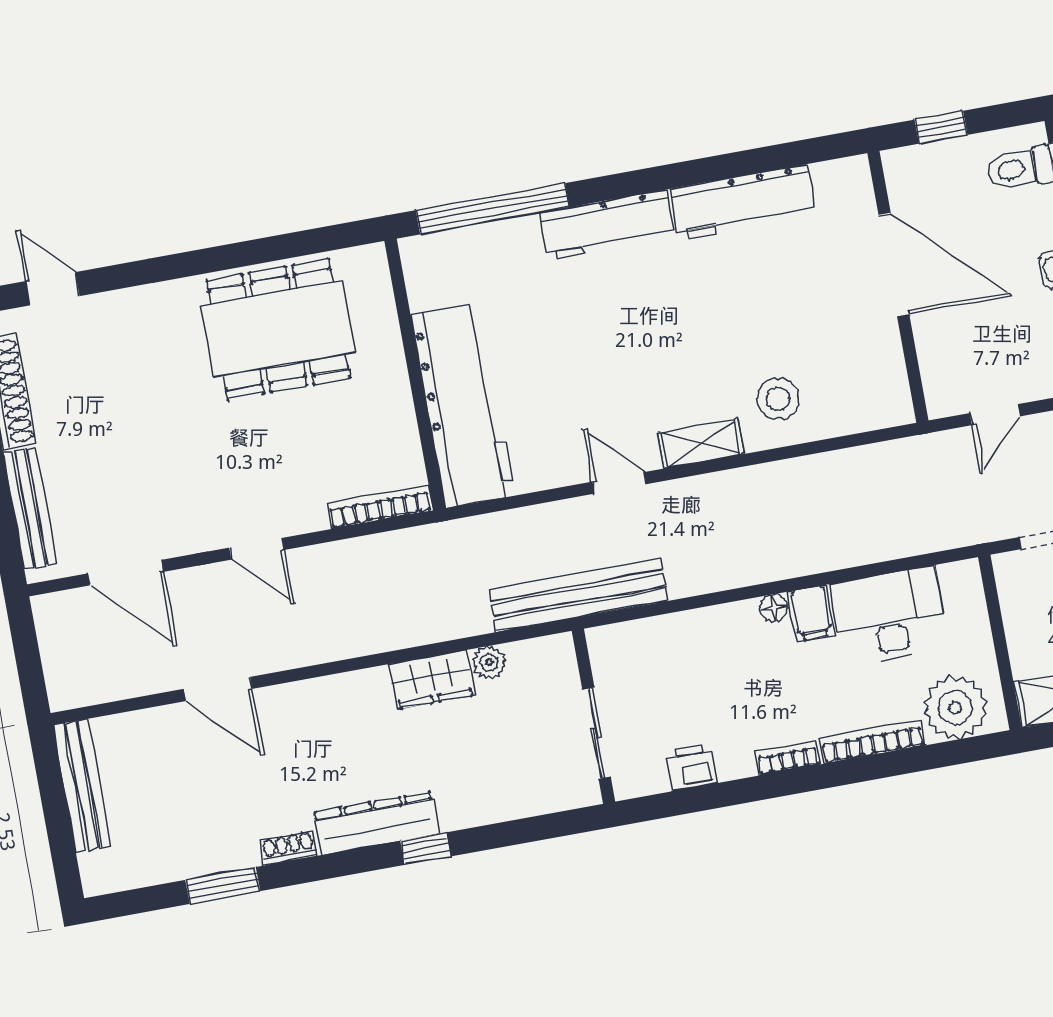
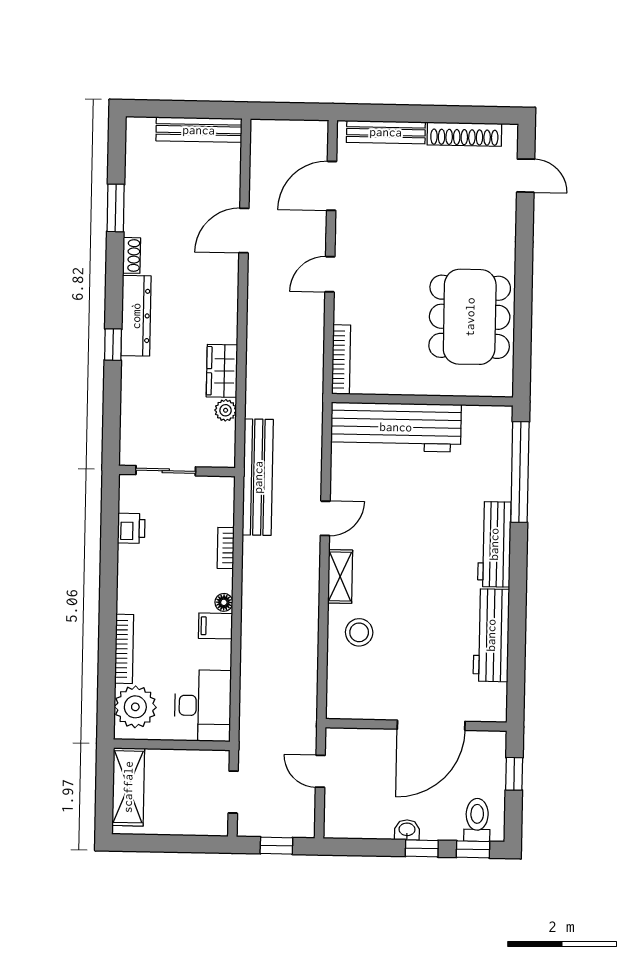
door: (53, 289) -> (526, 176), hinge flipped
desk: (889, 616) -> (203, 706), moved
bookcase: (788, 758) -> (226, 548), moved, turned 180

